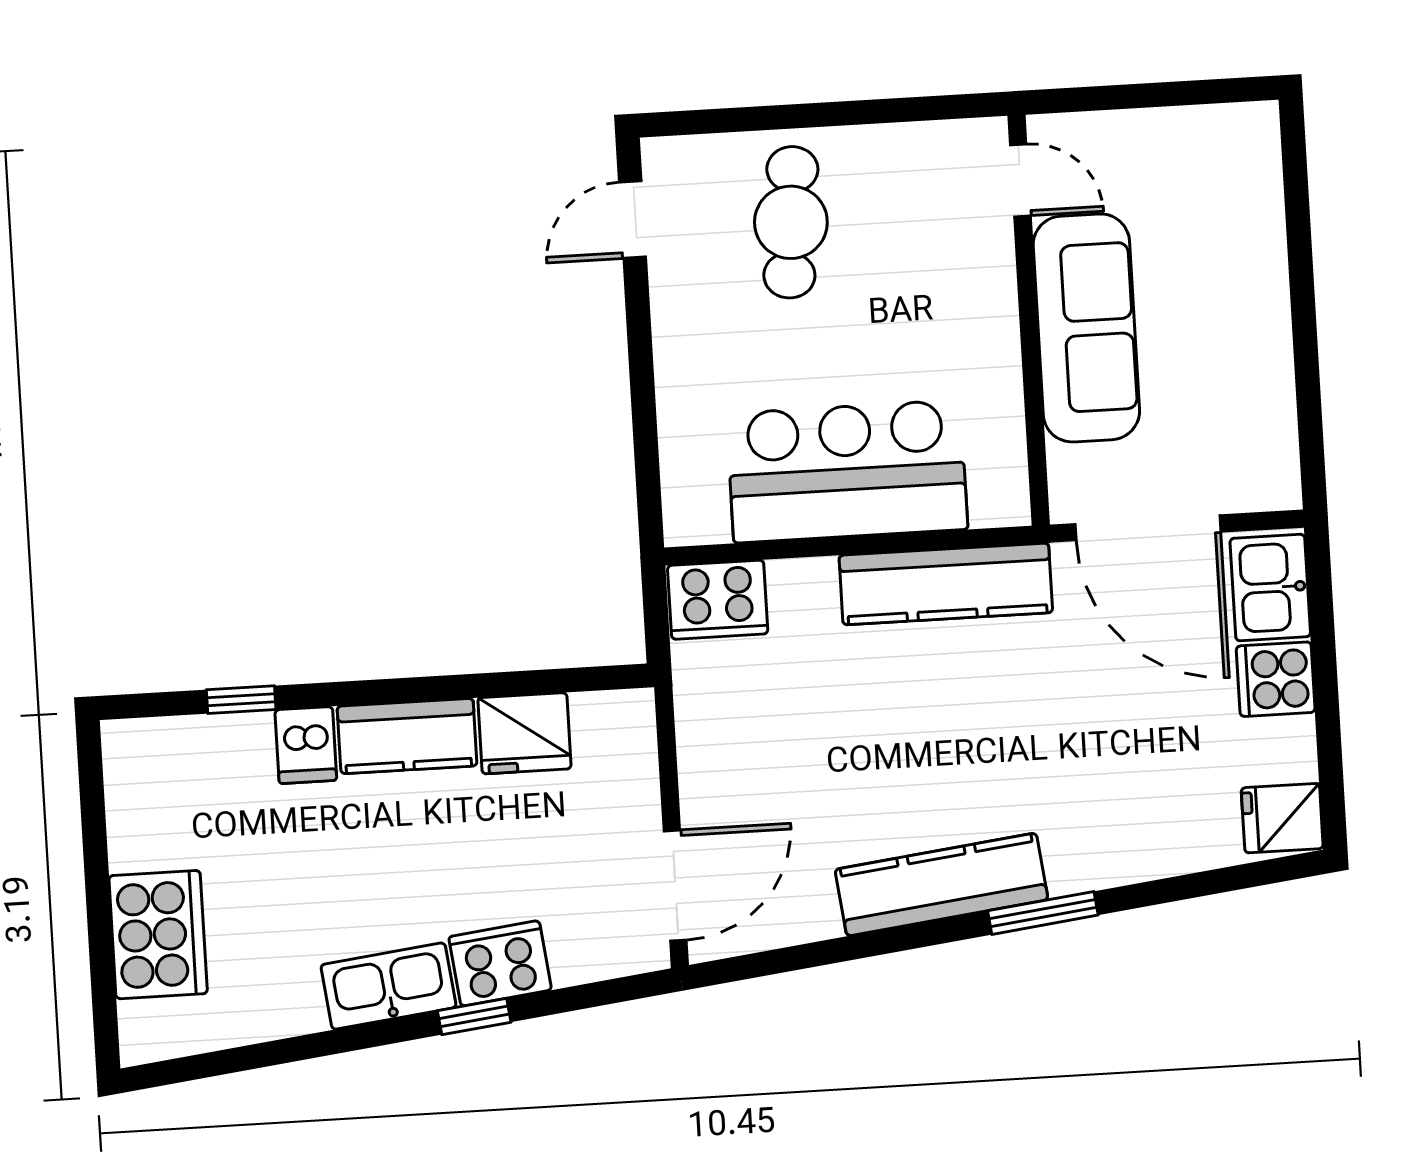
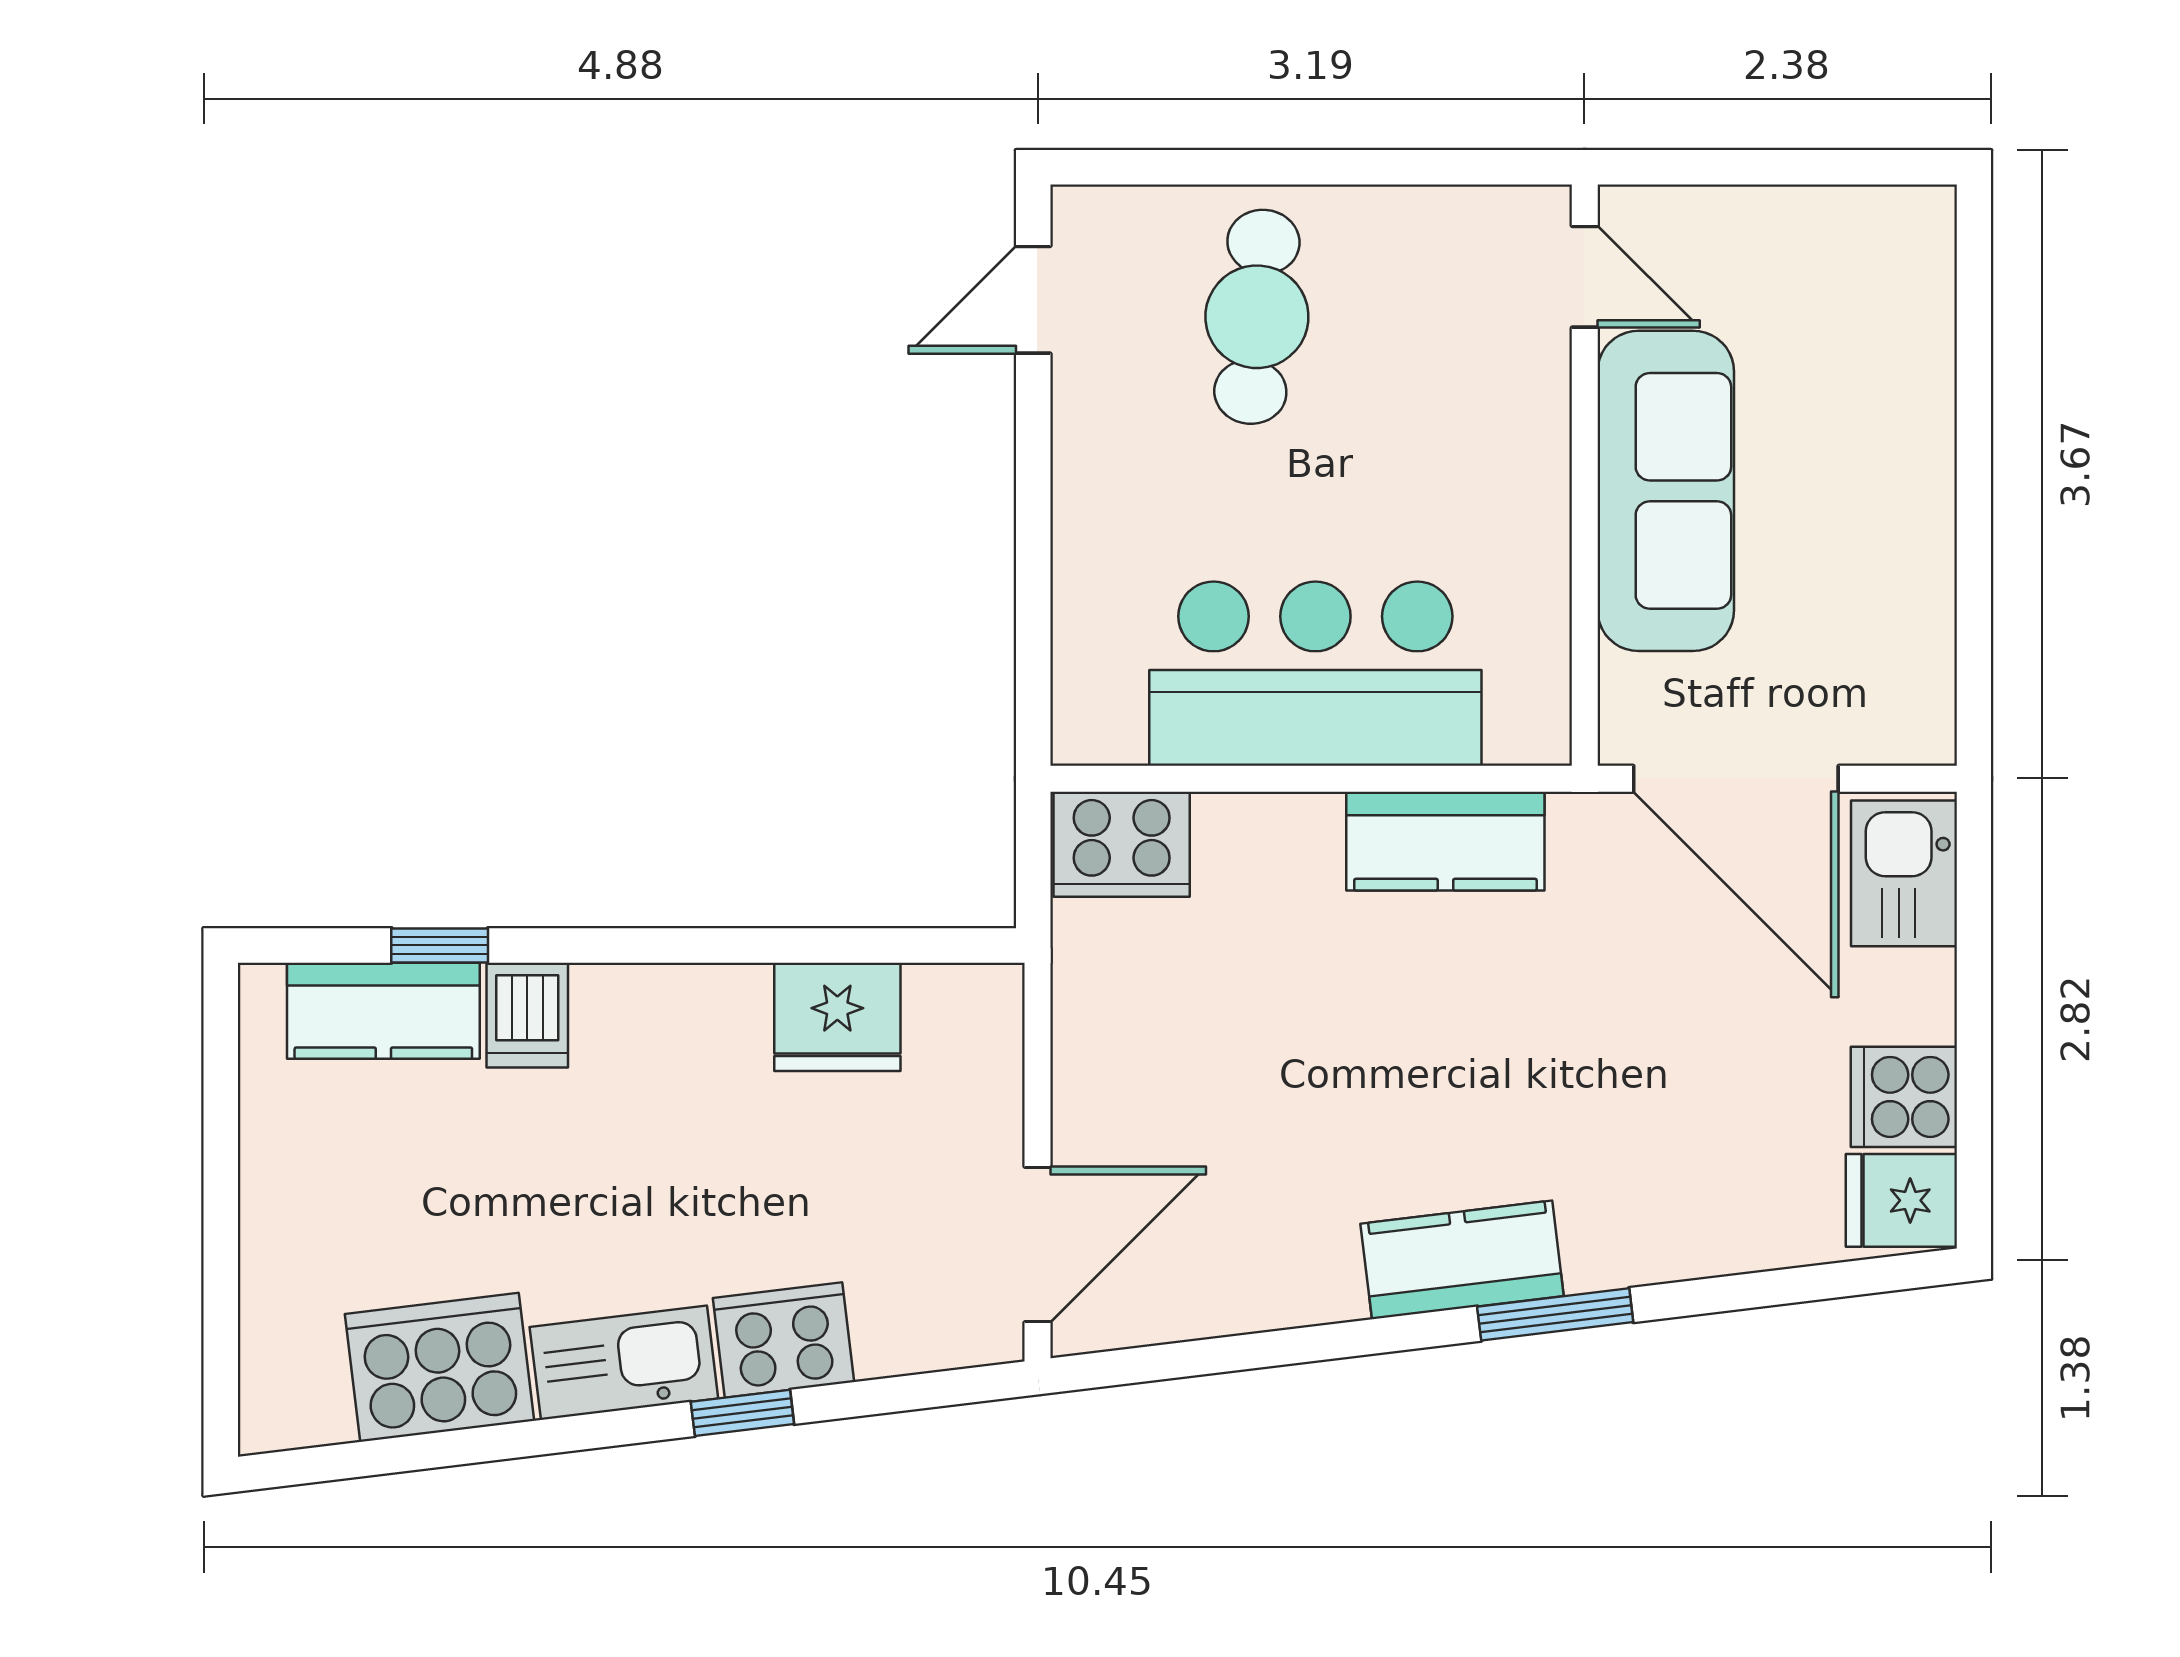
kitchen counter: (946, 584) -> (1445, 841), width x0.67
cooker: (1276, 679) -> (1904, 1097), moved
kitchen counter: (407, 736) -> (383, 1011), moved
kitchen counter: (942, 885) -> (1462, 1260), width x0.67
cooker: (158, 935) -> (439, 1367), moved, turned -97

